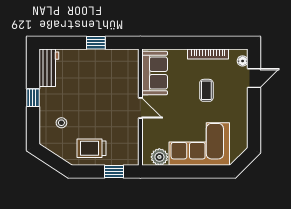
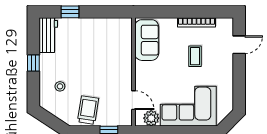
window: (96, 43) -> (70, 12), moved
floor lamp: (243, 61) -> (229, 29), removed
door: (140, 108) -> (133, 100), moved
trolley: (92, 148) -> (88, 110), turned 99

